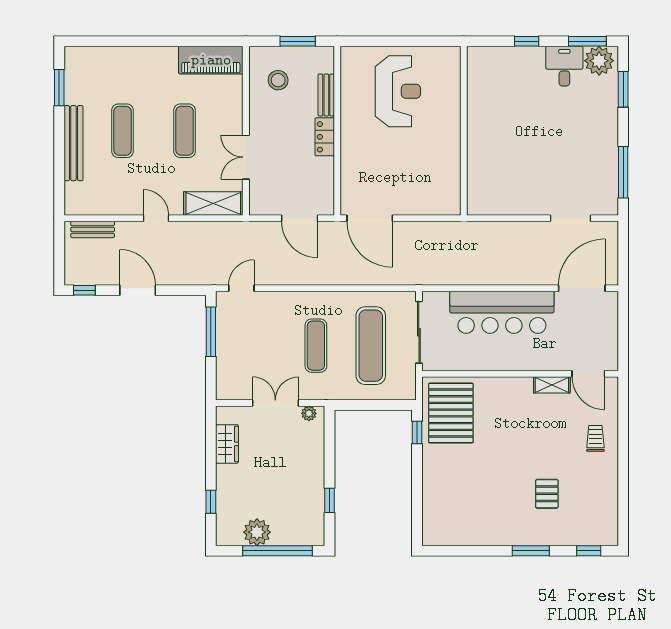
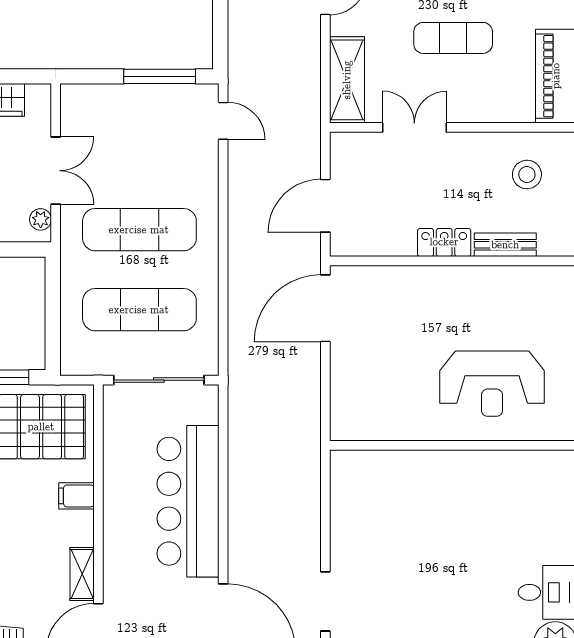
reception desk: (398, 91) -> (492, 384), moved
exercise mat: (316, 346) -> (139, 230), width x1.36, depth x1.45
filing cabinet: (498, 389) -> (76, 496), added

